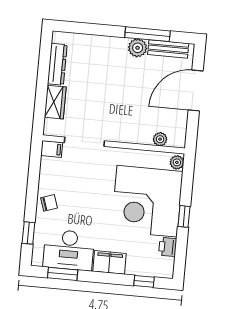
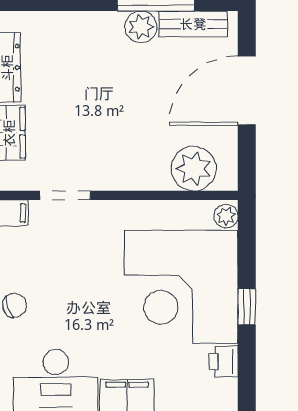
plant: (160, 139) -> (194, 169), width x1.88, depth x1.88
doorway: (84, 142) -> (65, 195), width x0.73

